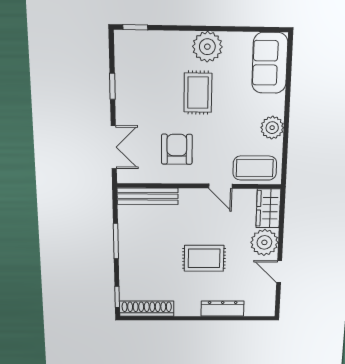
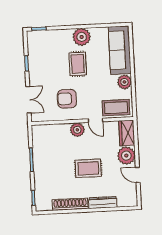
sofa: (270, 63) -> (120, 50), width x1.36
armchair: (177, 149) -> (67, 99), turned -90
bench: (148, 196) -> (50, 129), removed
plant: (191, 199) -> (77, 130), added
shoe rack: (147, 309) -> (70, 204), moved

